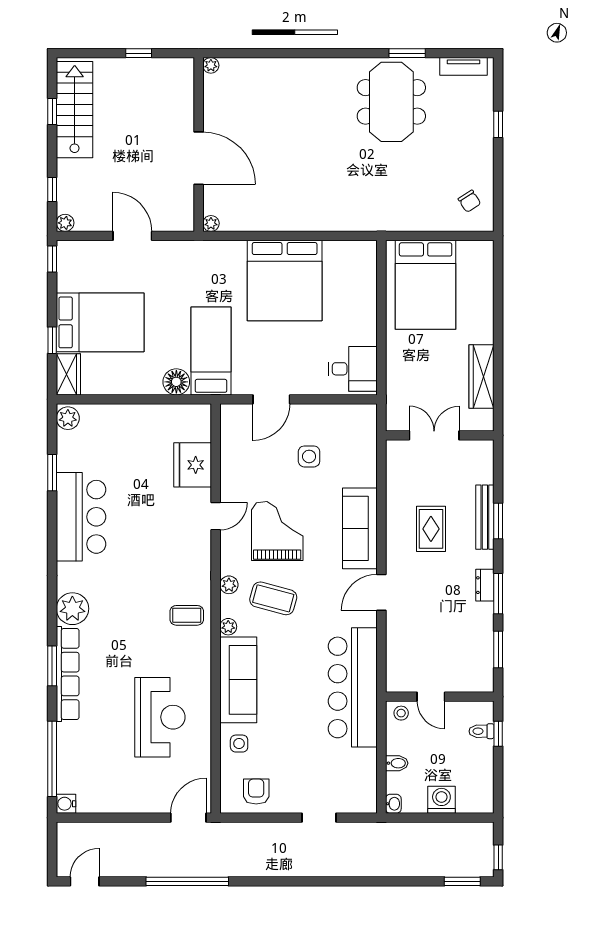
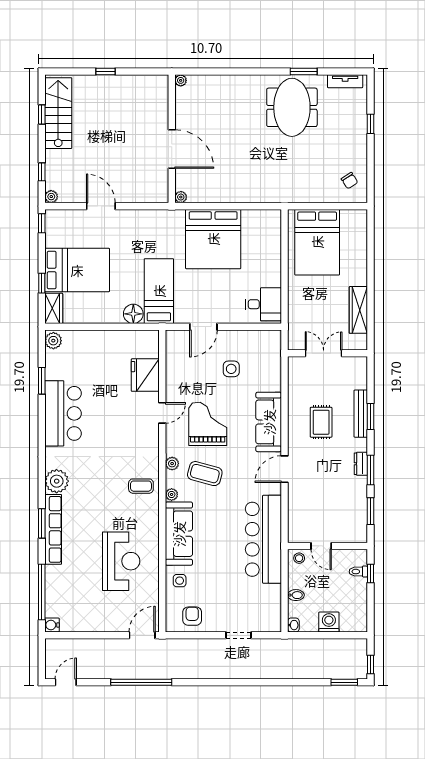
plant: (211, 65) -> (181, 80), moved
wall: (199, 144) -> (172, 139), moved
door: (199, 158) -> (172, 149), moved
plant: (211, 223) -> (181, 197), moved

